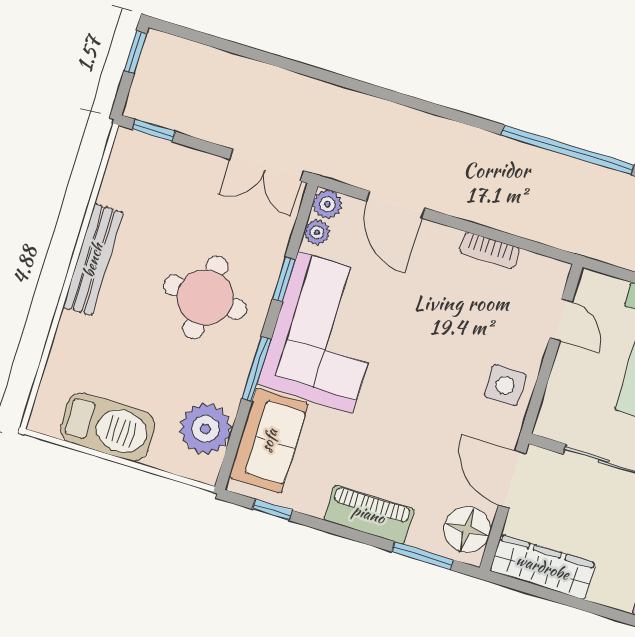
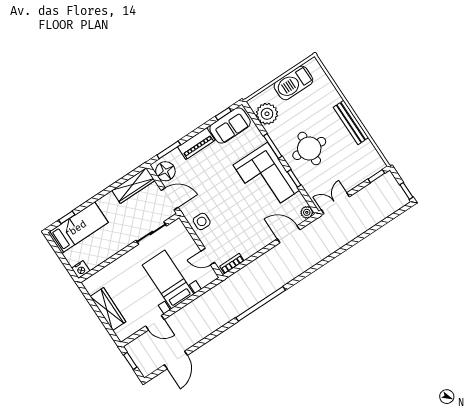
plant: (317, 232) -> (301, 202), removed
bookcase: (490, 250) -> (232, 264), moved
sofa: (269, 440) -> (230, 125), moved, turned -90

